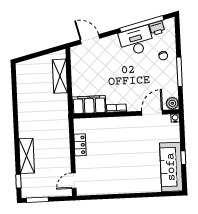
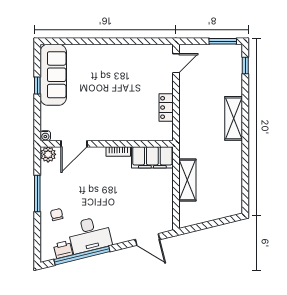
shelving: (60, 76) -> (187, 180), moved
shelving: (27, 156) -> (234, 118), moved

